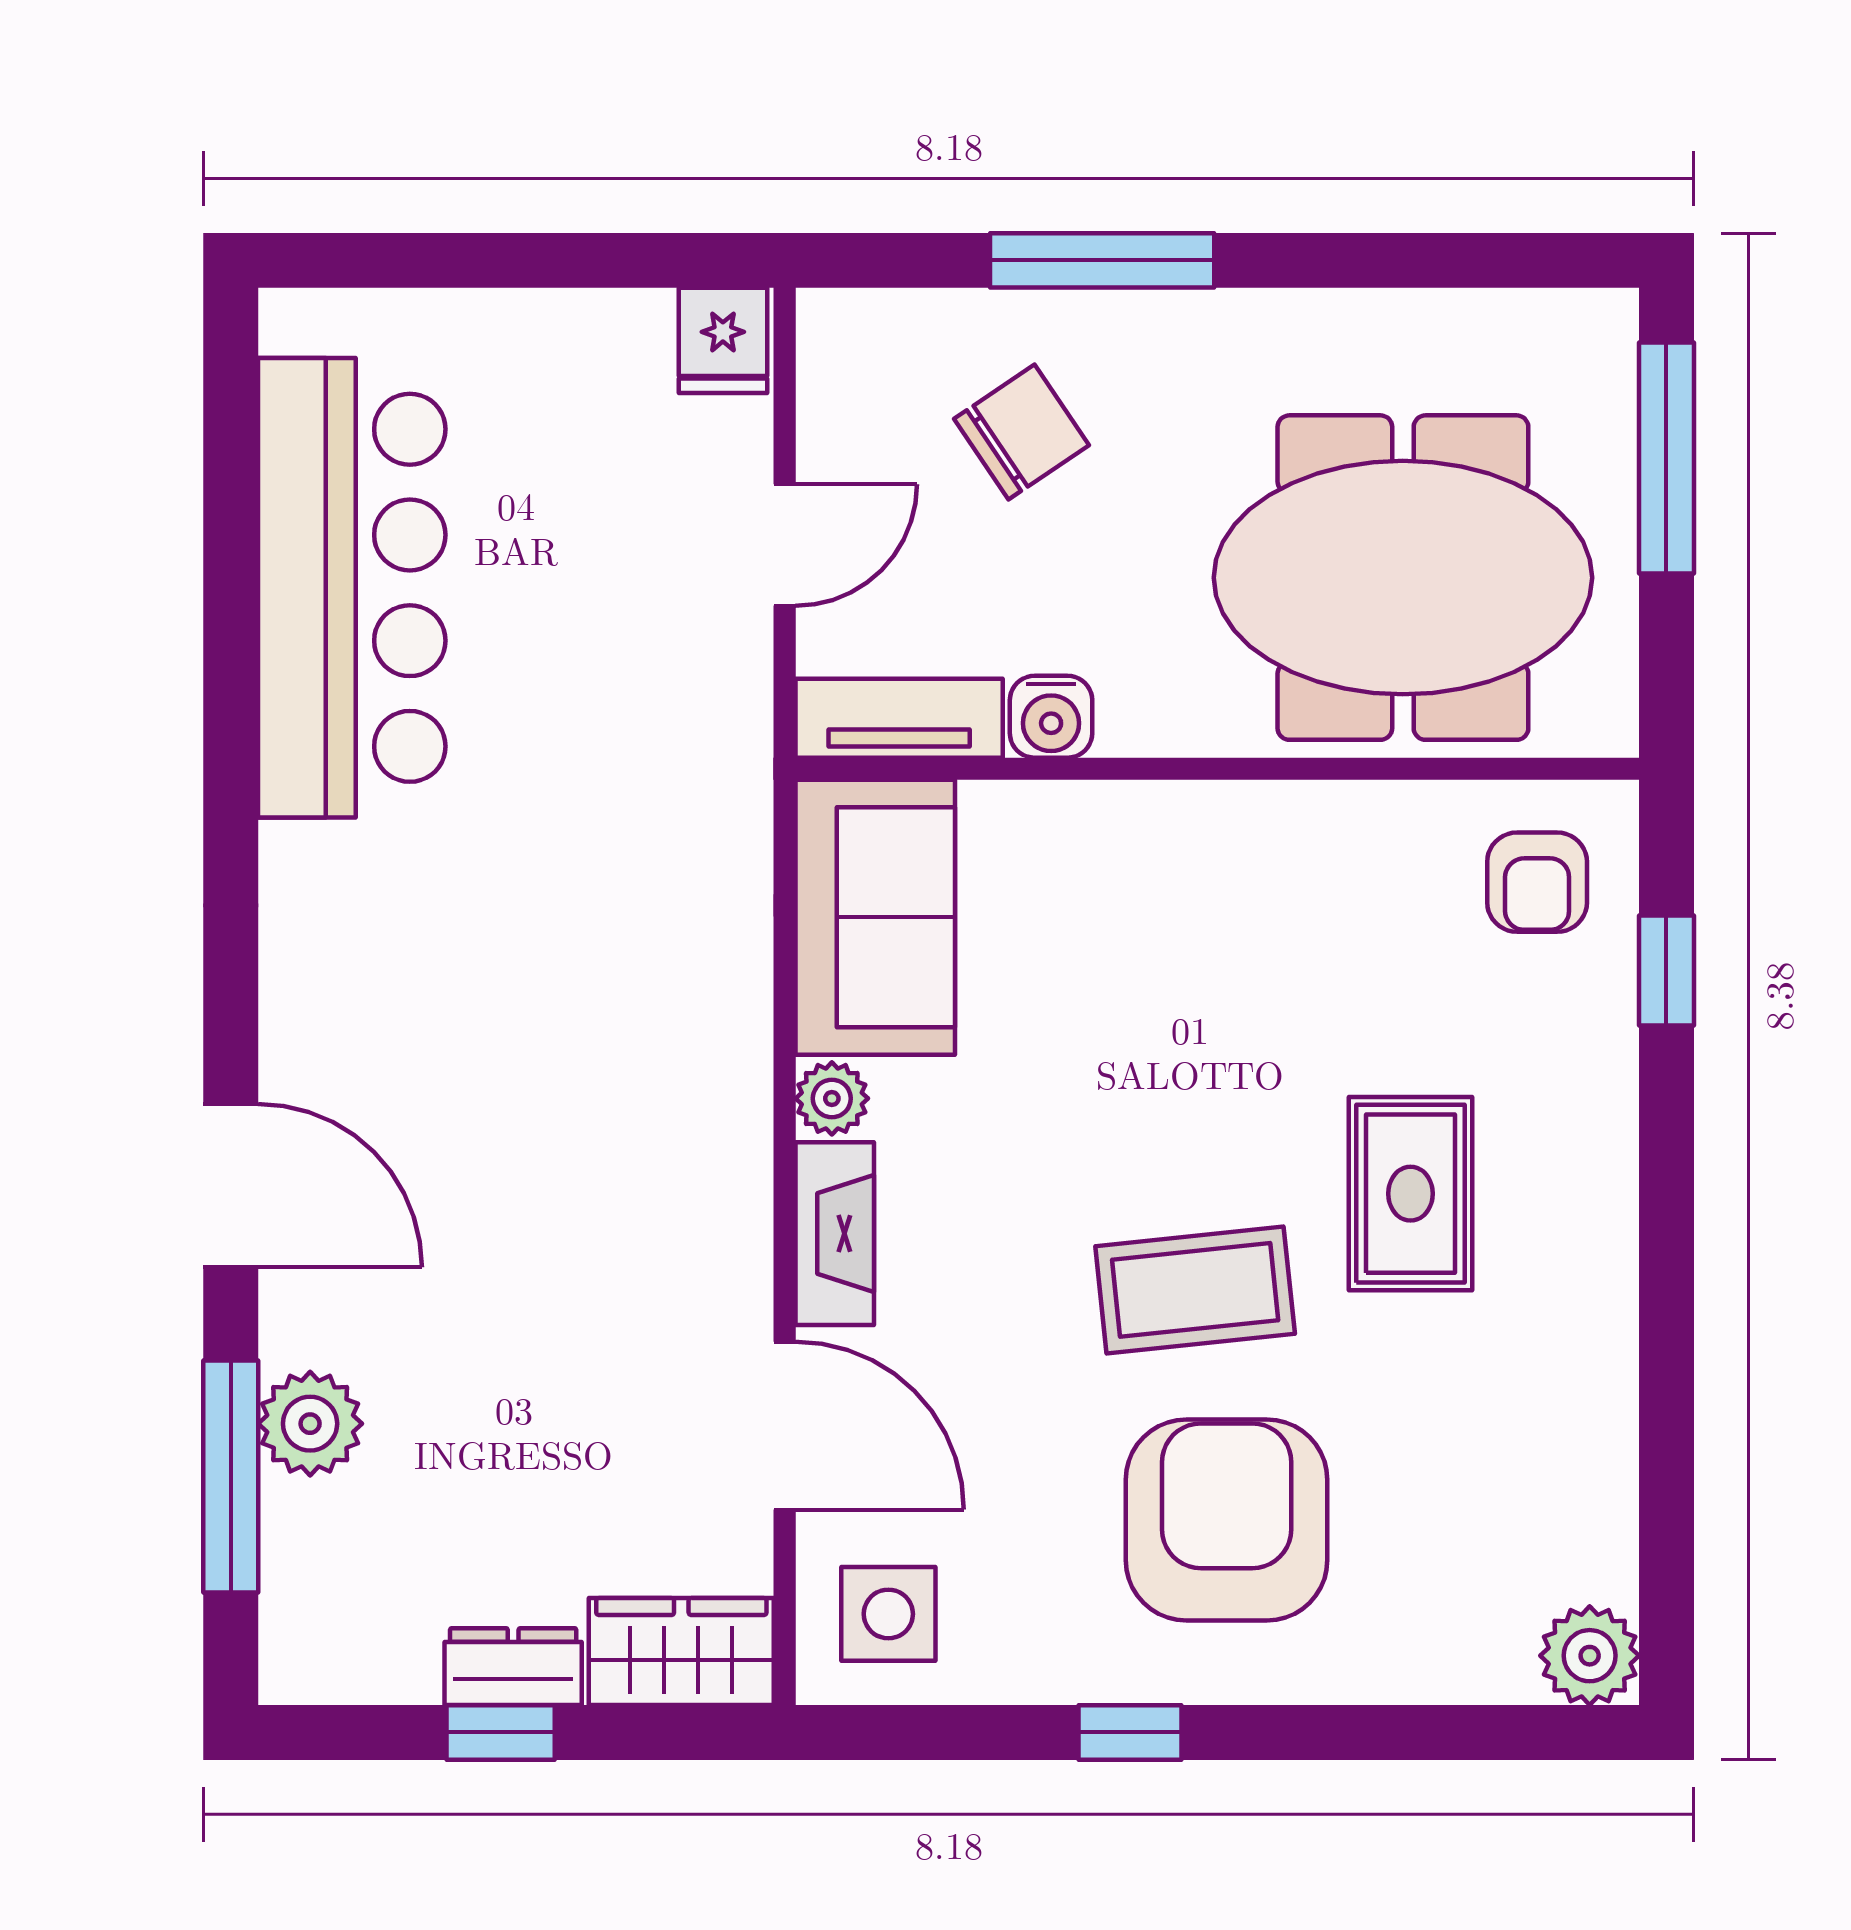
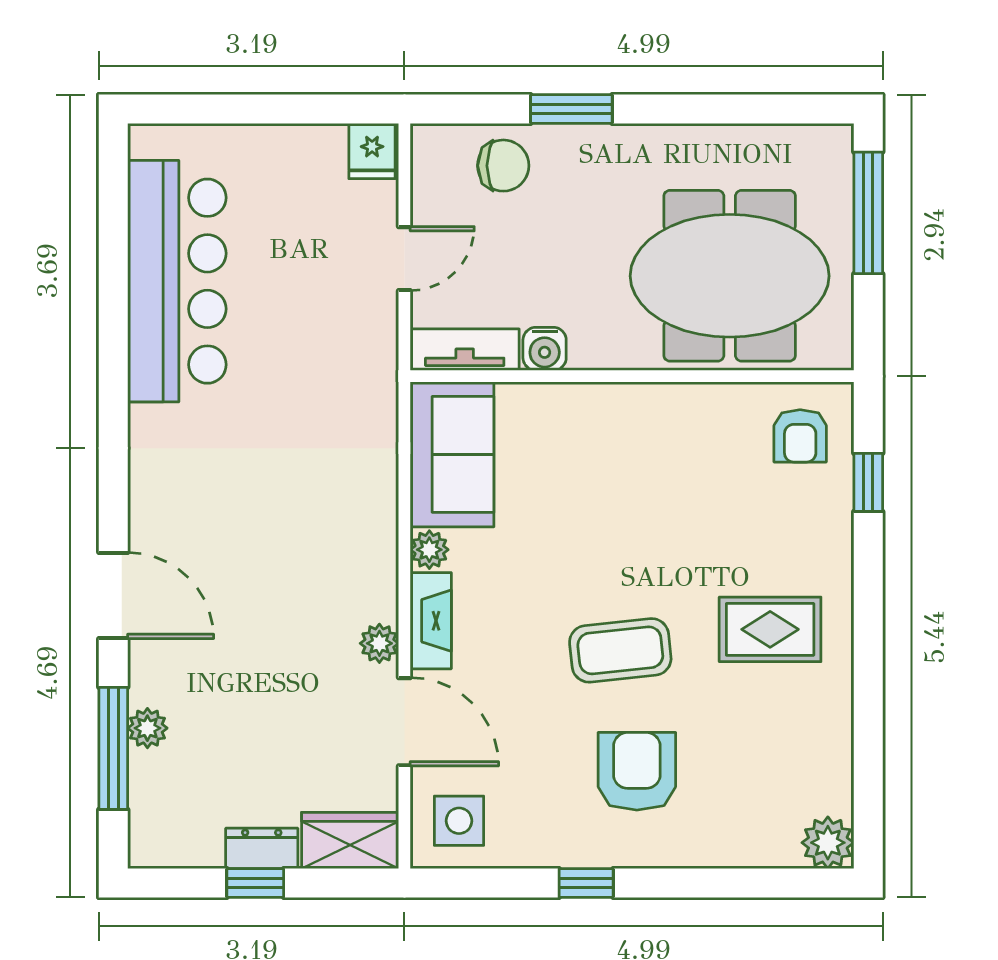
window: (1102, 260) -> (571, 109), width x0.69
chair: (1021, 432) -> (503, 166), moved, turned 34
rug: (1410, 1194) -> (770, 629), moved, turned 90
plant: (737, 1277) -> (379, 643), added
plant: (310, 1424) -> (147, 728), width x0.73, depth x0.73
armchair: (1227, 1520) -> (637, 771), width x0.73, depth x0.73

